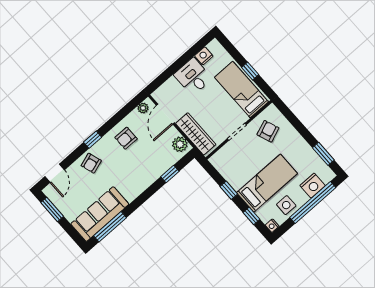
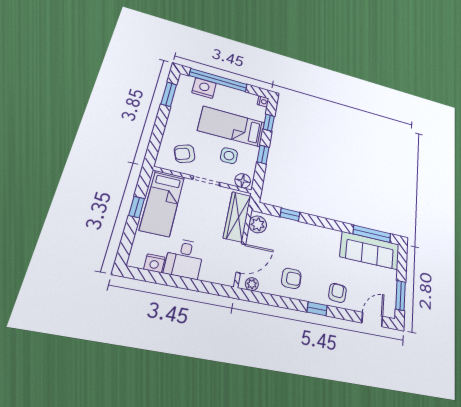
floor lamp: (219, 158) -> (243, 181), added
armchair: (91, 163) -> (337, 293), turned -68
side table: (286, 205) -> (229, 156), moved

